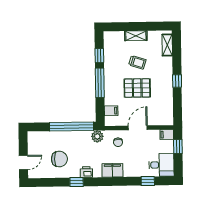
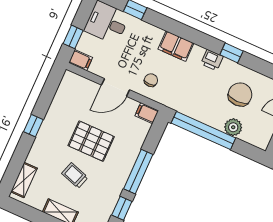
filing cabinet: (111, 111) -> (147, 113), moved
plant: (97, 136) -> (233, 127), moved
chair: (59, 159) -> (240, 94), turned 90

